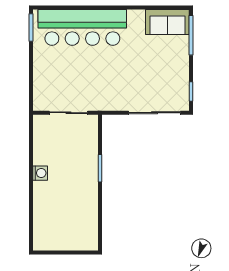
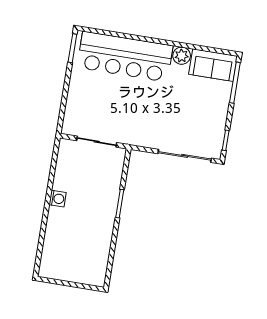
plant: (136, 18) -> (182, 56), added

